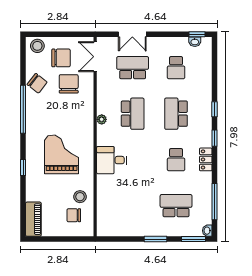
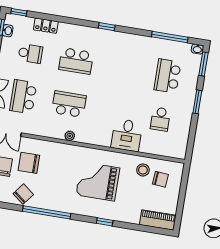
window: (215, 109) -> (19, 12), moved
locker: (206, 159) -> (46, 26), moved
desk: (112, 160) -> (127, 135), moved
school desk: (176, 160) -> (160, 119), moved, turned 90
chair: (74, 215) -> (160, 179), turned -85

